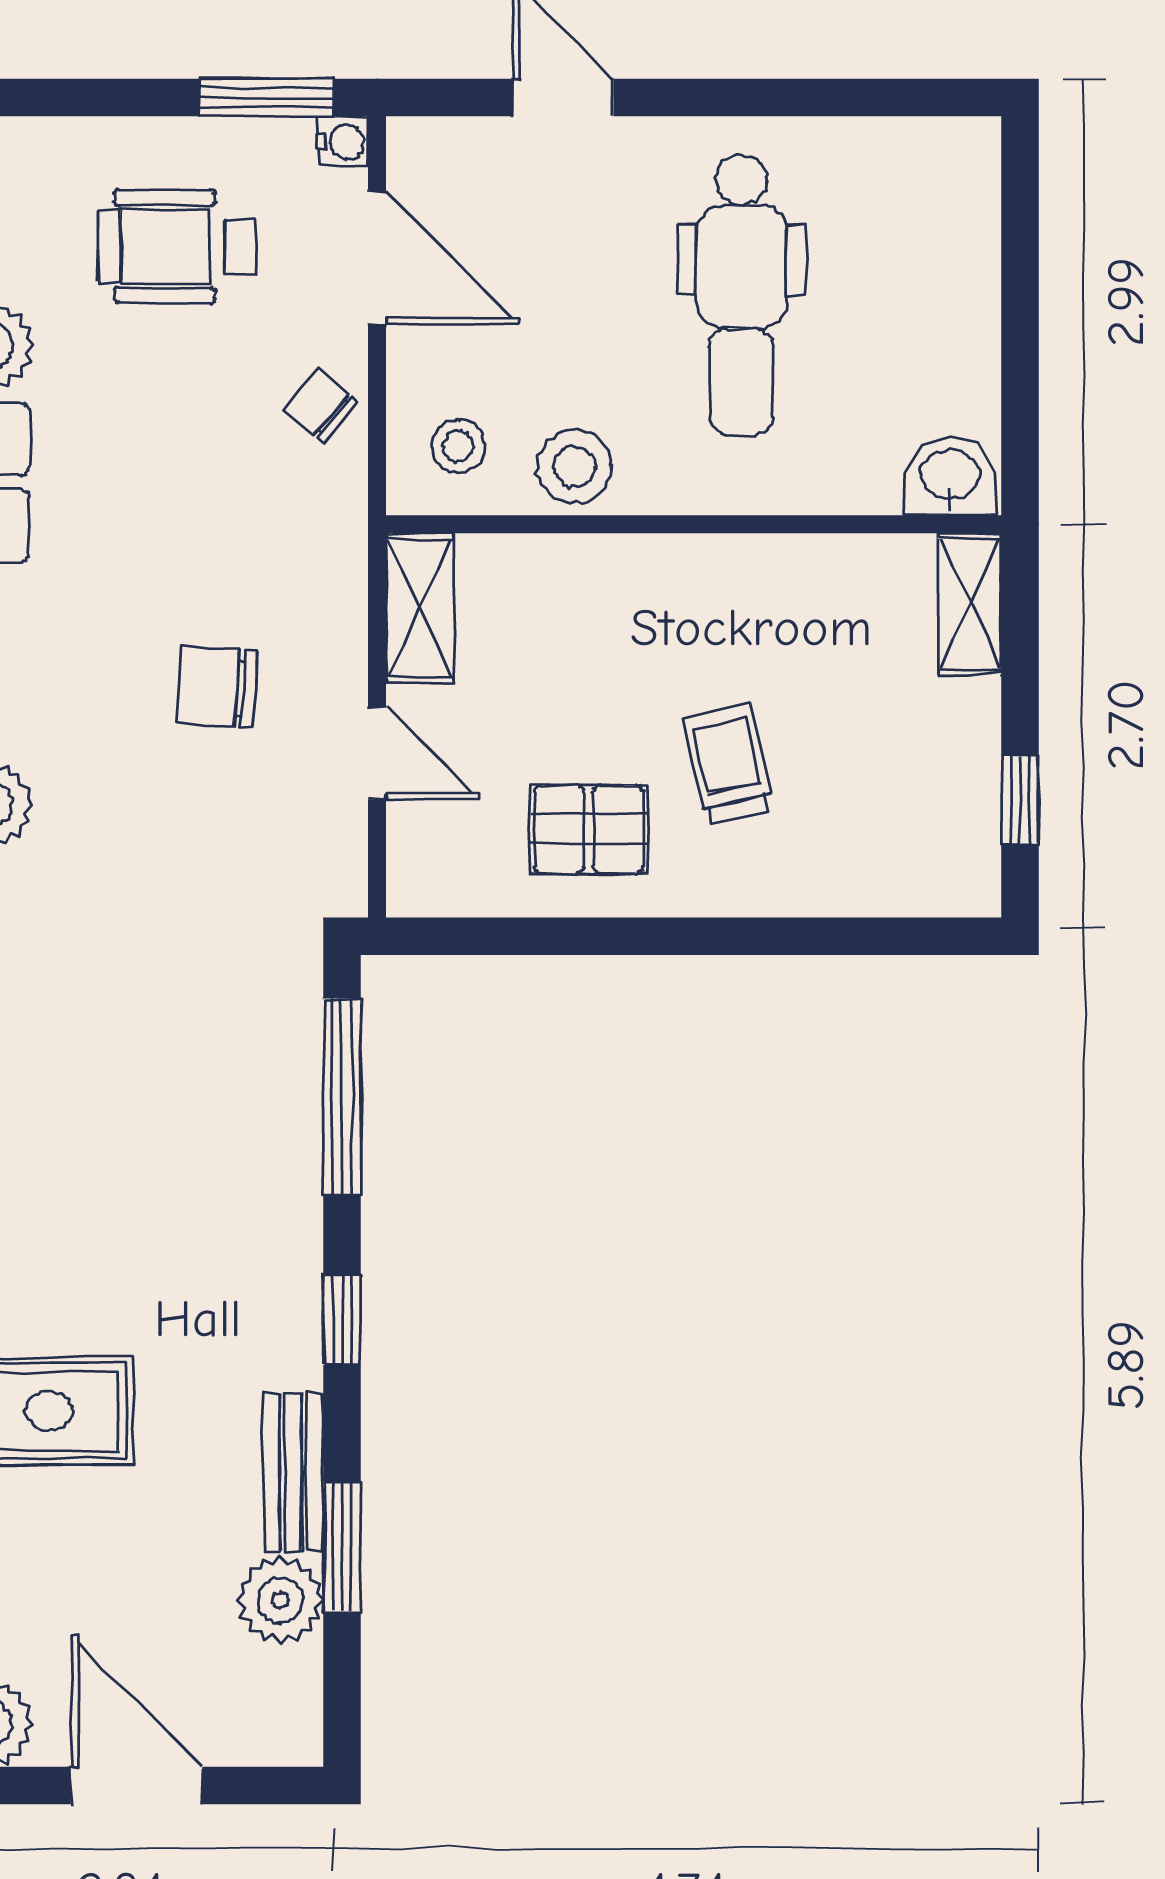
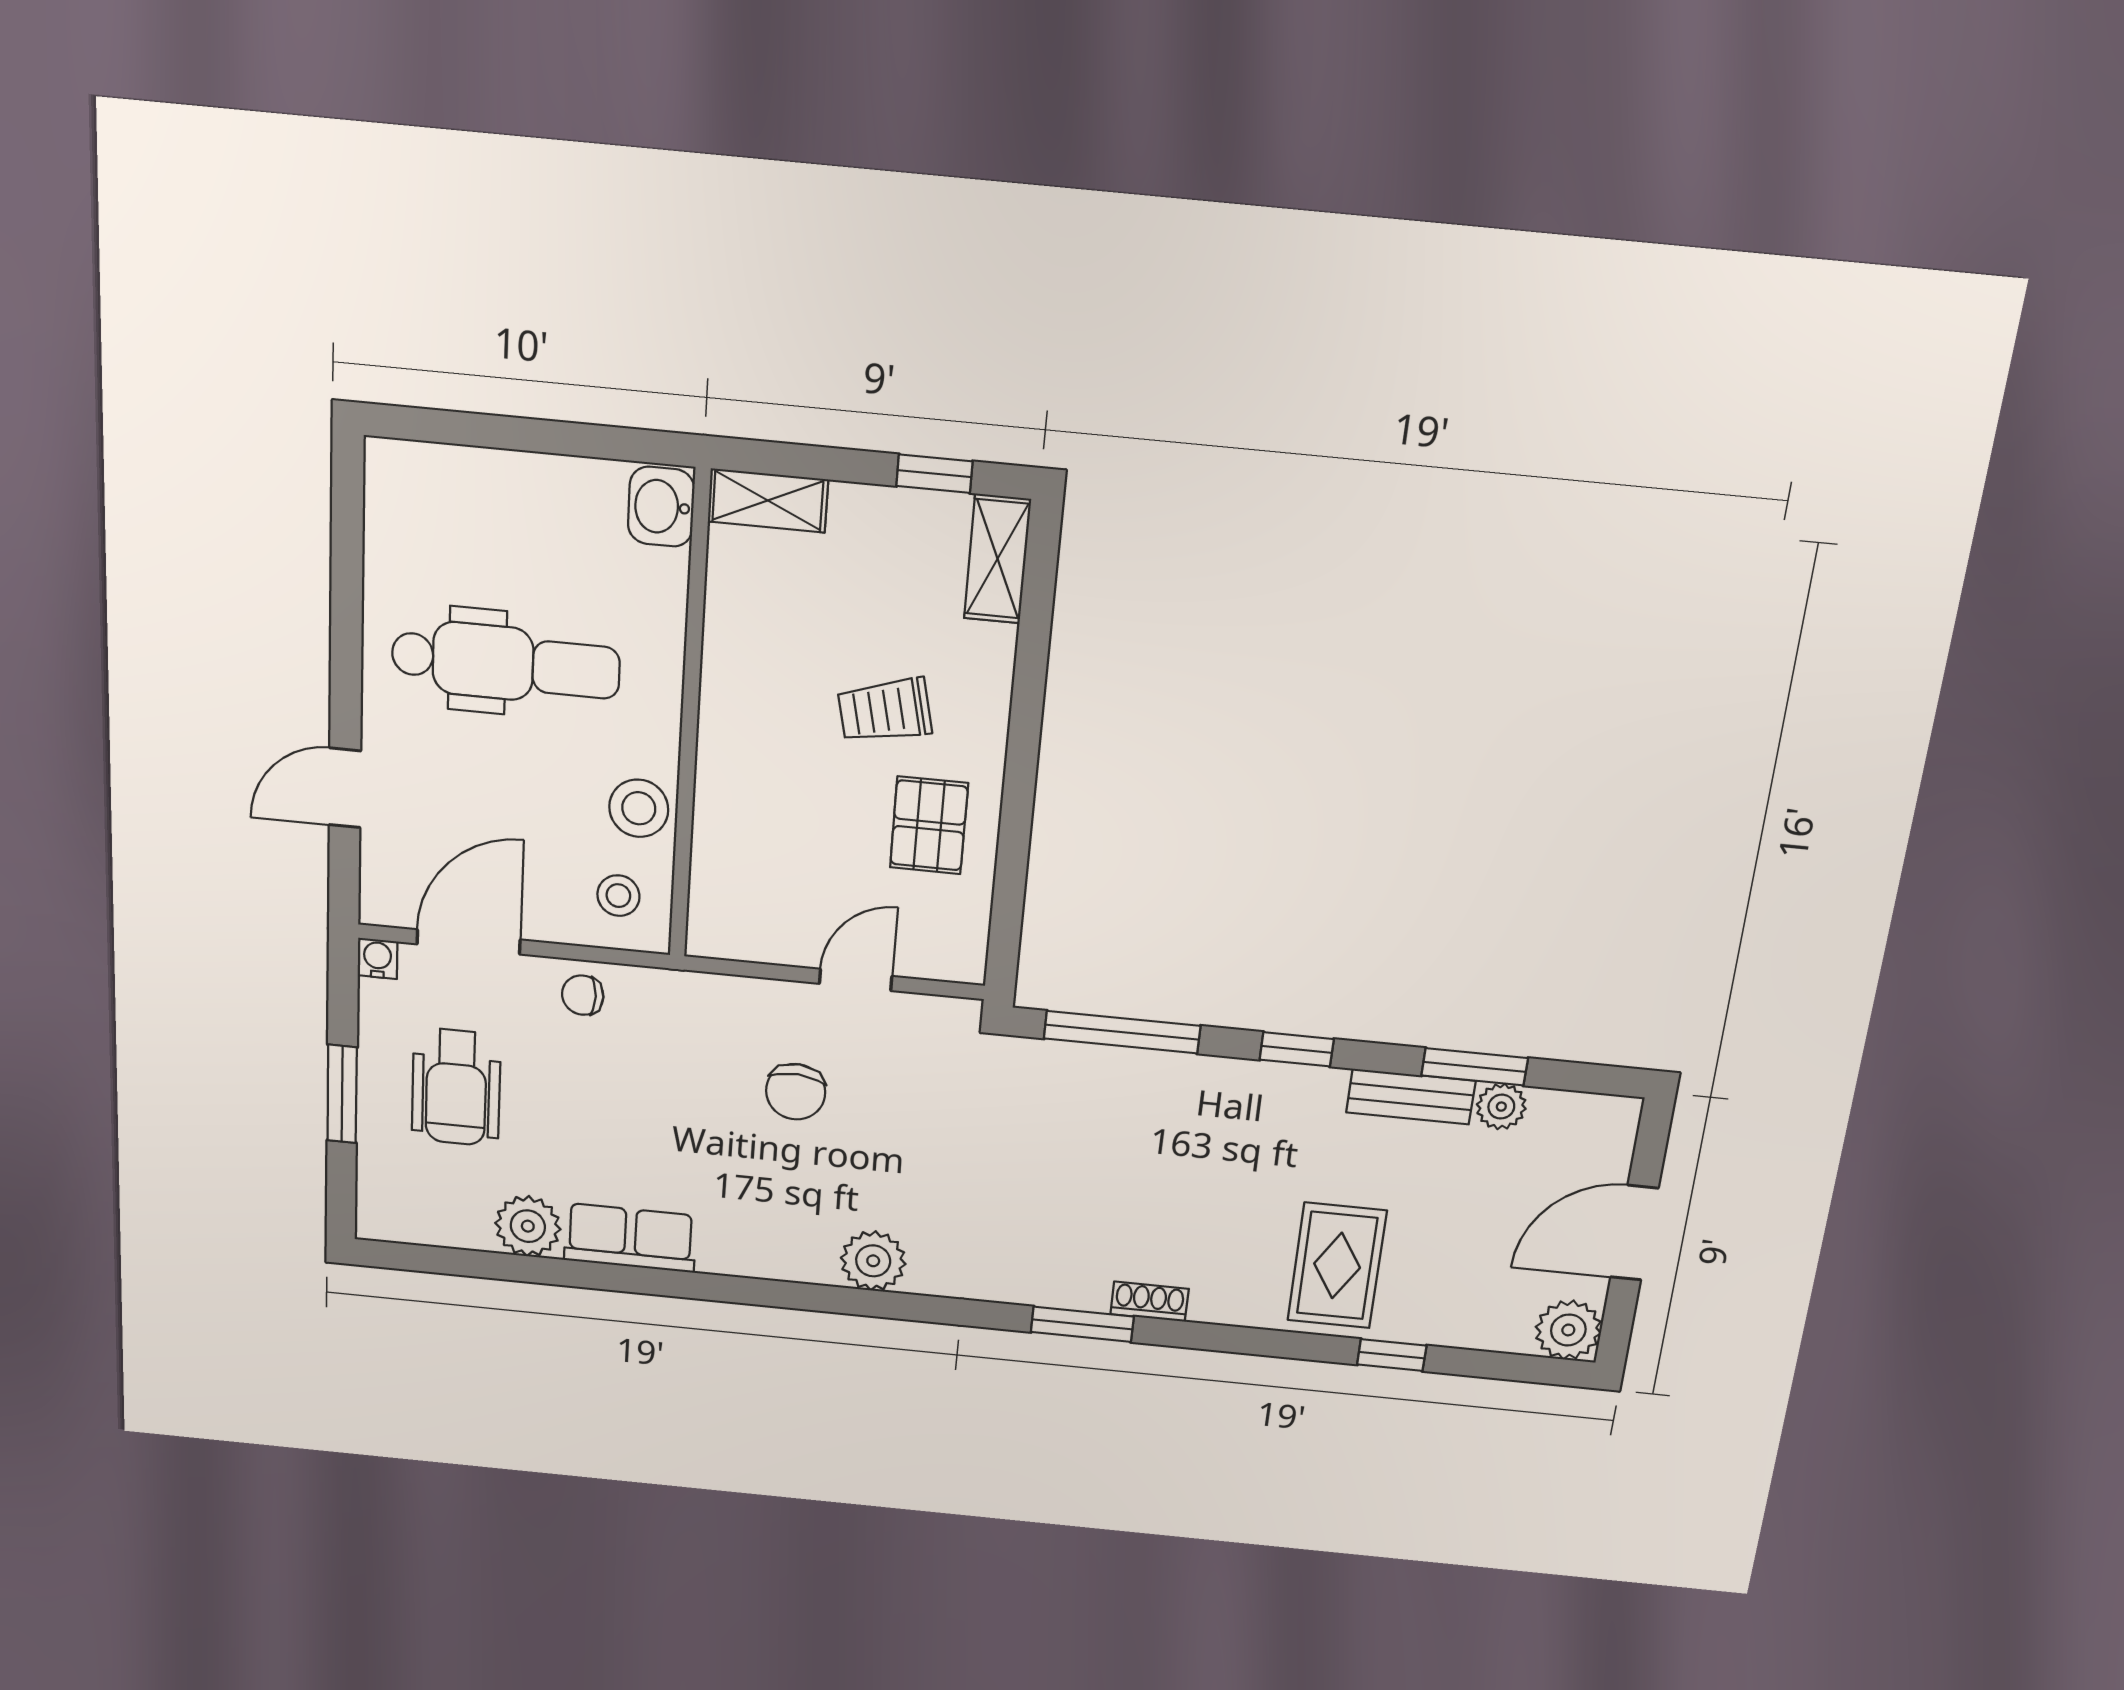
window: (266, 97) -> (342, 1094), moved
chair: (320, 406) -> (583, 995), turned 50
shelving: (420, 608) -> (997, 559), moved, turned 90
plant: (280, 1600) -> (1501, 1107), width x0.73, depth x0.73

